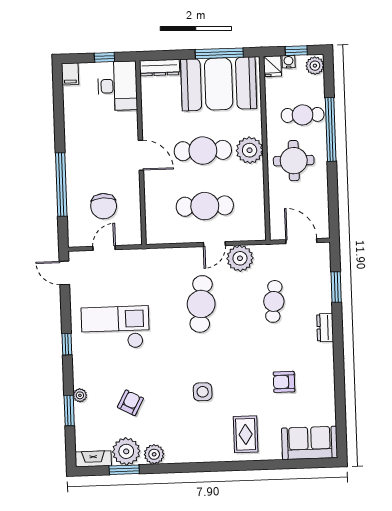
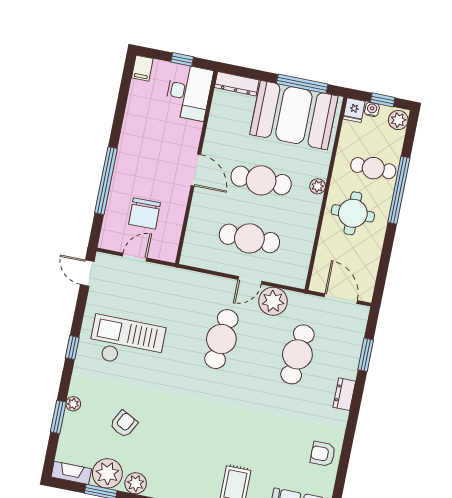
plant: (250, 150) -> (318, 186), width x0.53, depth x0.53
cafe table: (274, 301) -> (297, 354), width x1.37, depth x1.35
armchair: (284, 382) -> (323, 454), moved
side table: (203, 392) -> (201, 430), removed

